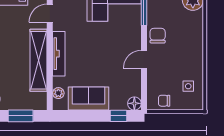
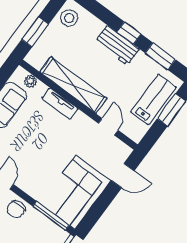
chair: (158, 36) -> (16, 209), turned 90
tv unit: (59, 54) -> (60, 104), width x0.71

